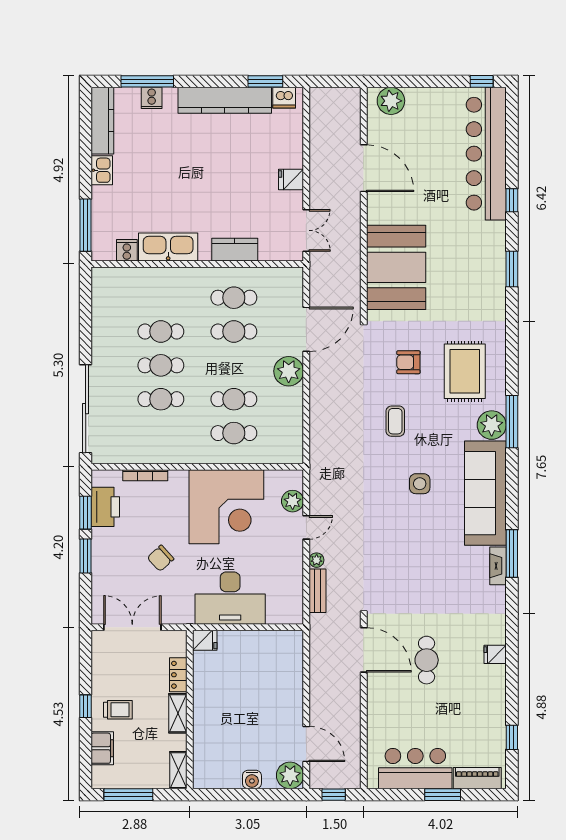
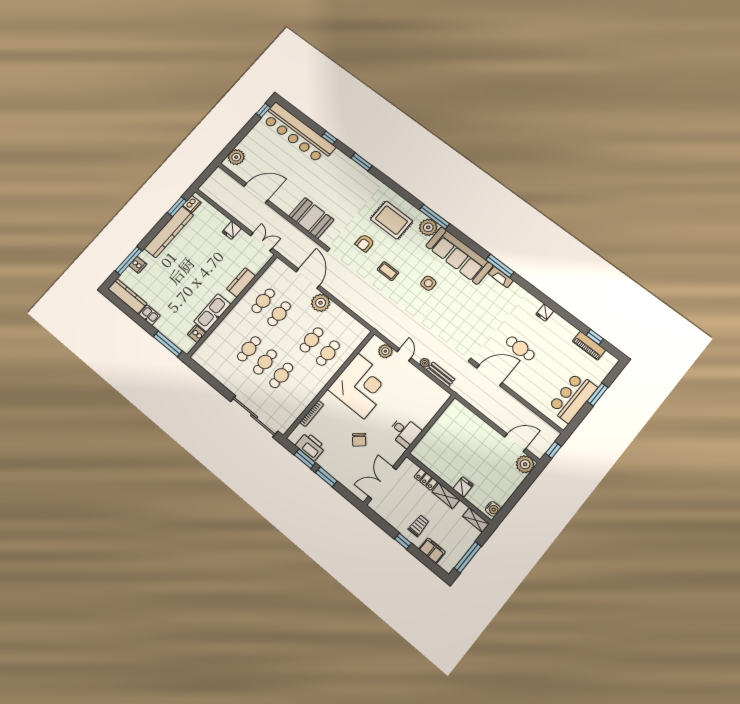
booth: (396, 267) -> (311, 218), width x0.73, depth x0.70
desk: (230, 598) -> (405, 432), width x0.53, depth x0.77
fridge: (205, 640) -> (463, 487), moved
piano: (477, 778) -> (589, 346), moved, turned -90
water cooler: (252, 779) -> (493, 509), moved

